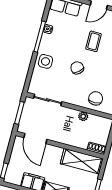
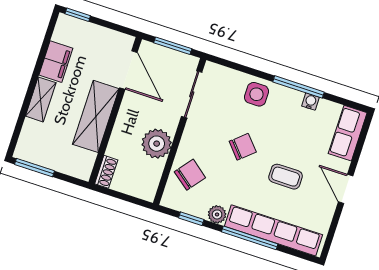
chair: (96, 98) -> (190, 175), turned -52
plant: (83, 116) -> (157, 144), width x1.88, depth x1.88
door: (35, 139) -> (128, 70), swing flipped
shelving: (82, 161) -> (96, 116), moved

